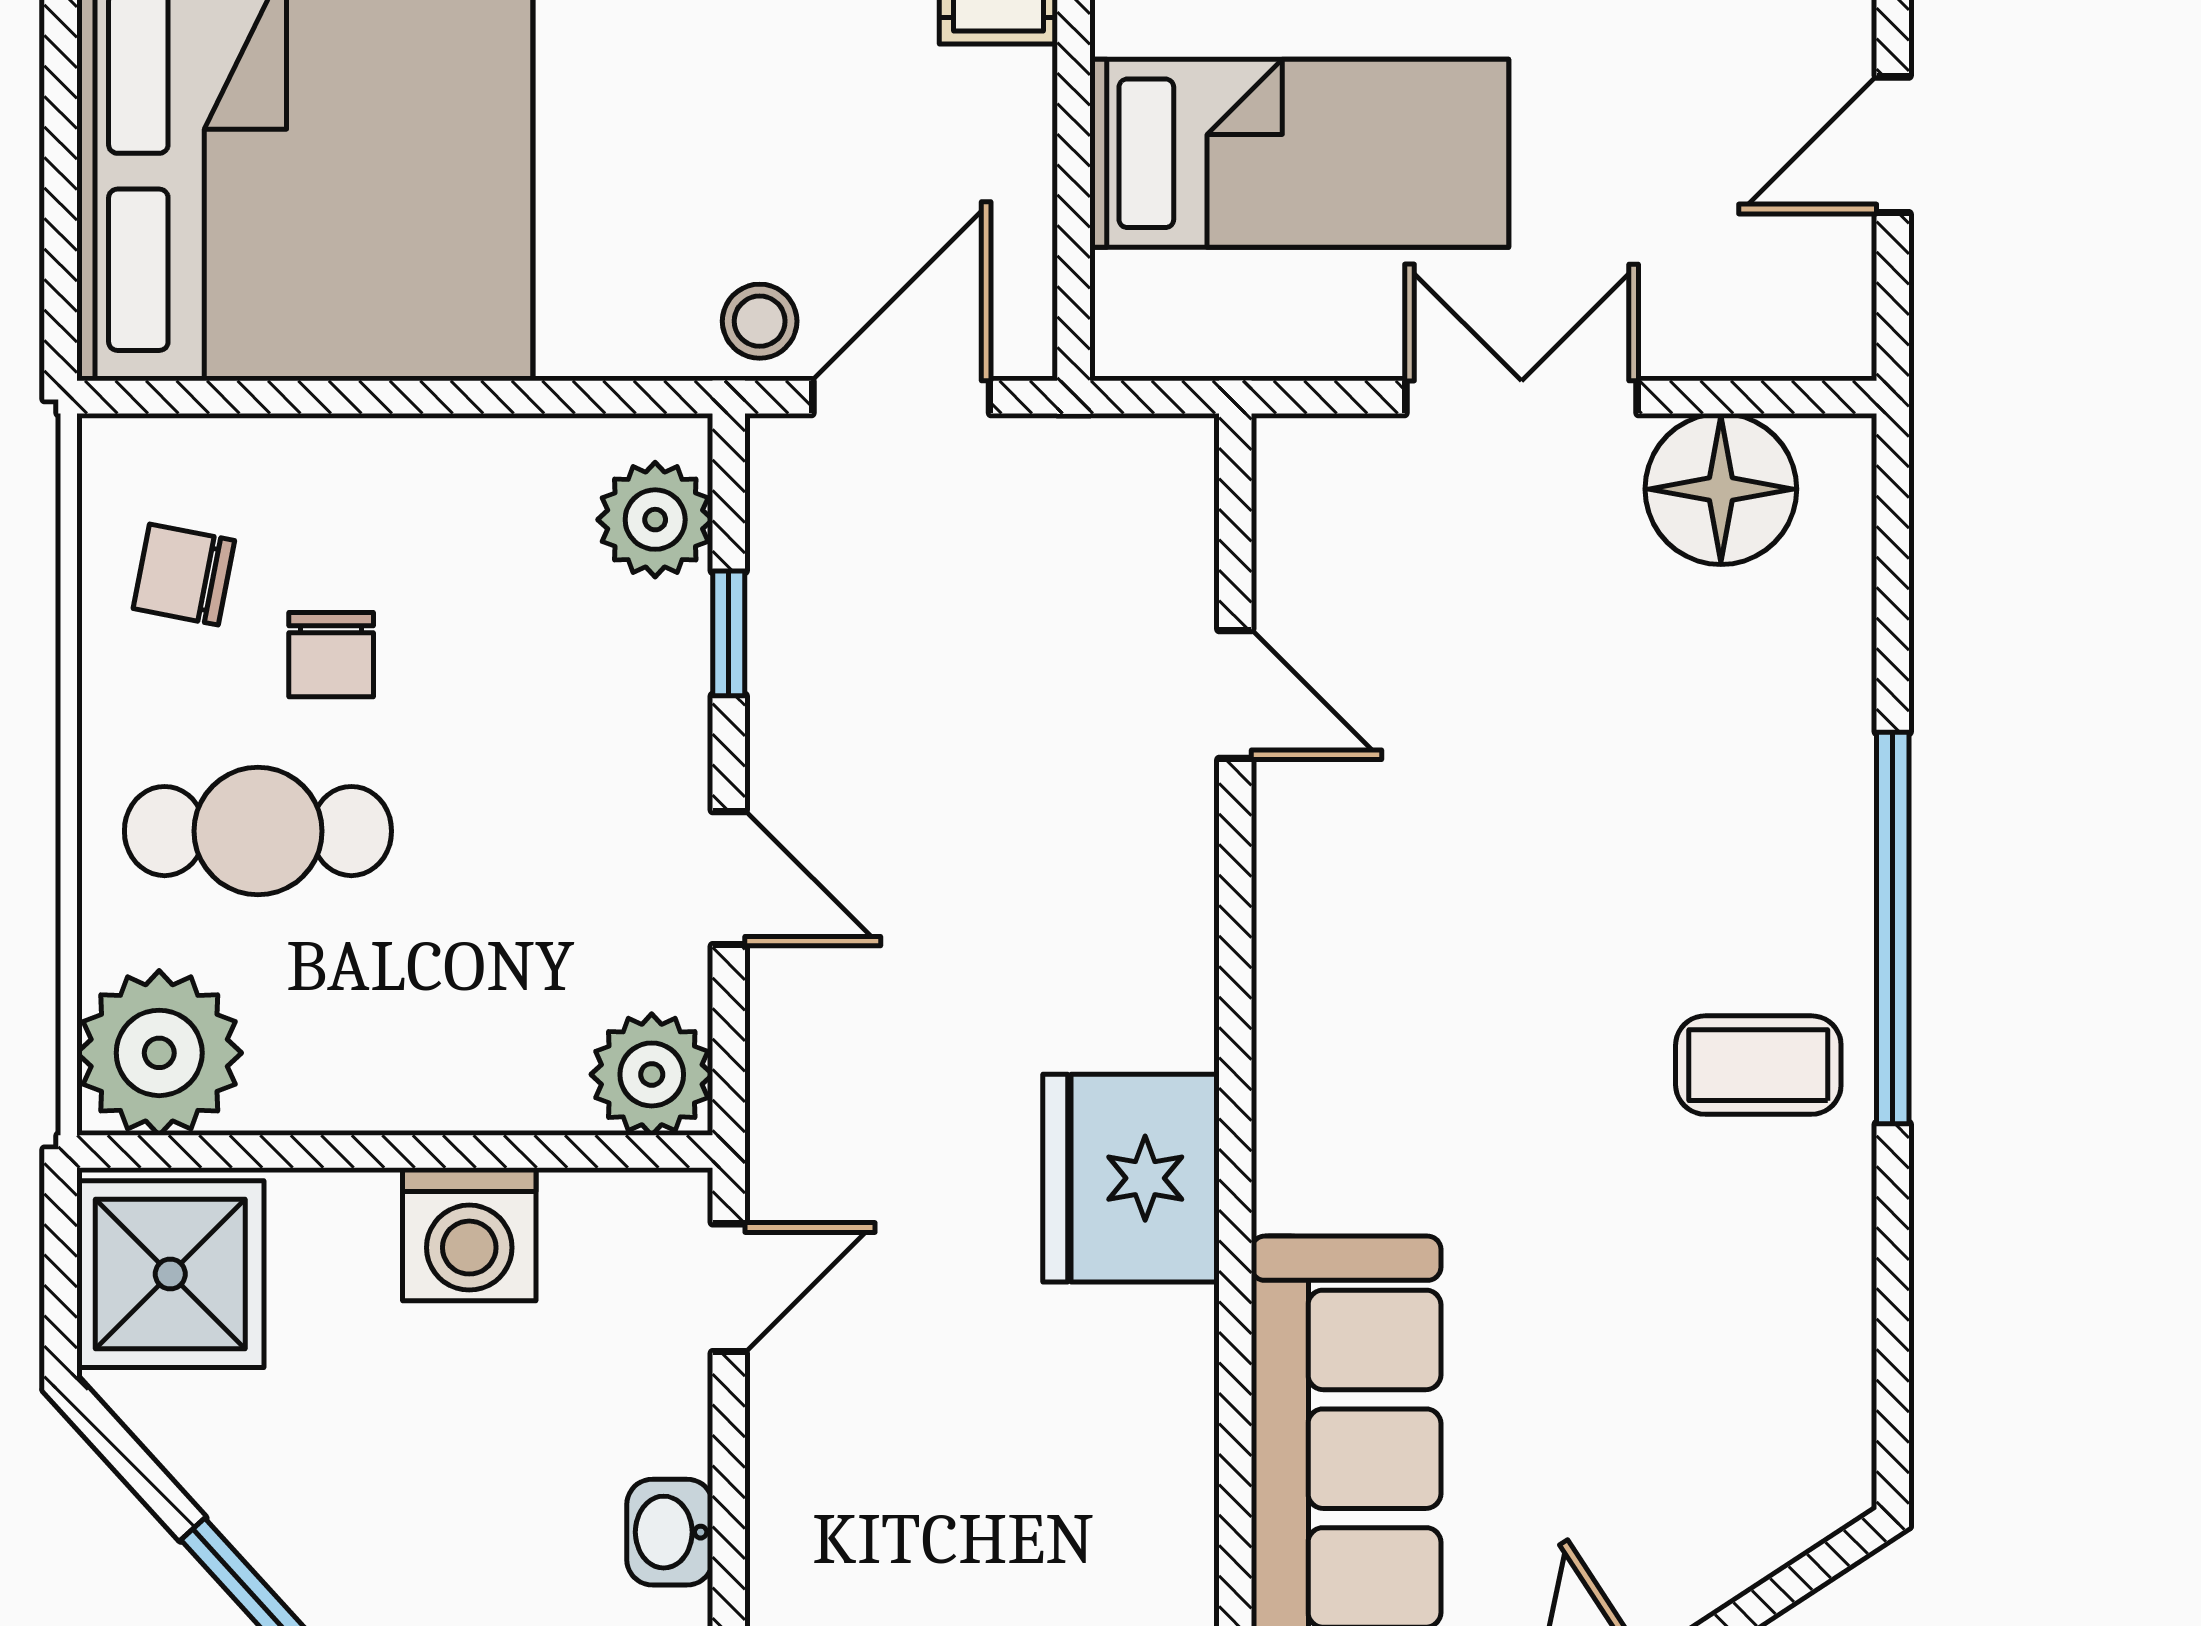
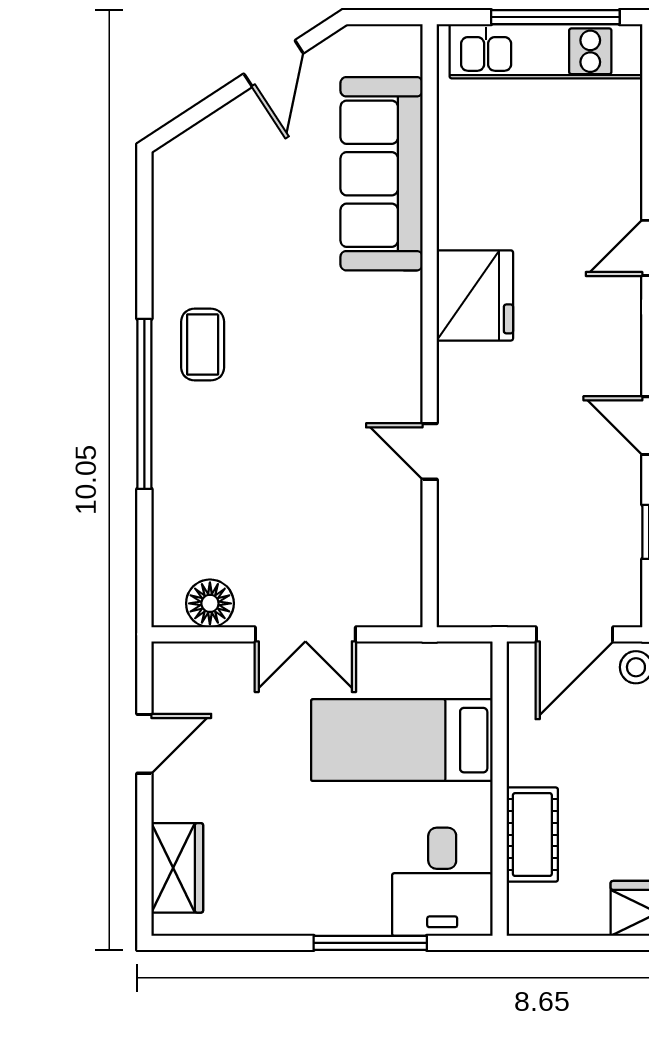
floor lamp: (1721, 489) -> (210, 603), width x0.73, depth x0.73
door: (1235, 695) -> (430, 451), moved
coffee table: (1758, 1065) -> (203, 345), turned 90

